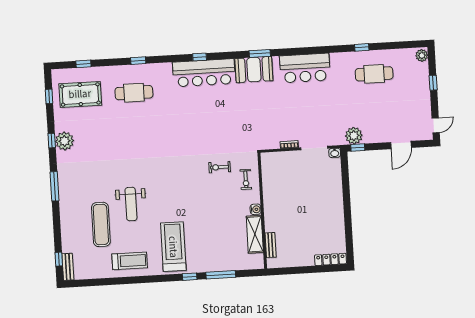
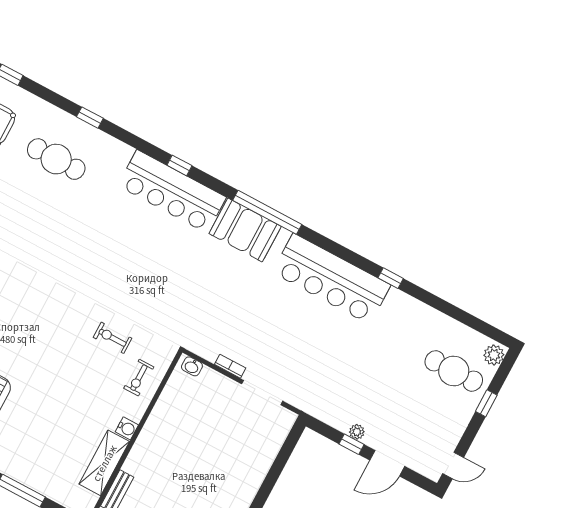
window: (362, 47) -> (391, 278), moved
window: (260, 53) -> (267, 212), width x2.11
bar counter: (305, 68) -> (331, 279), width x1.36
cafe table: (374, 74) -> (454, 371), moved
plant: (354, 136) -> (357, 432), moved, width x0.53, depth x0.53
window: (358, 148) -> (351, 444), moved
washbasin: (335, 153) -> (192, 366), moved

